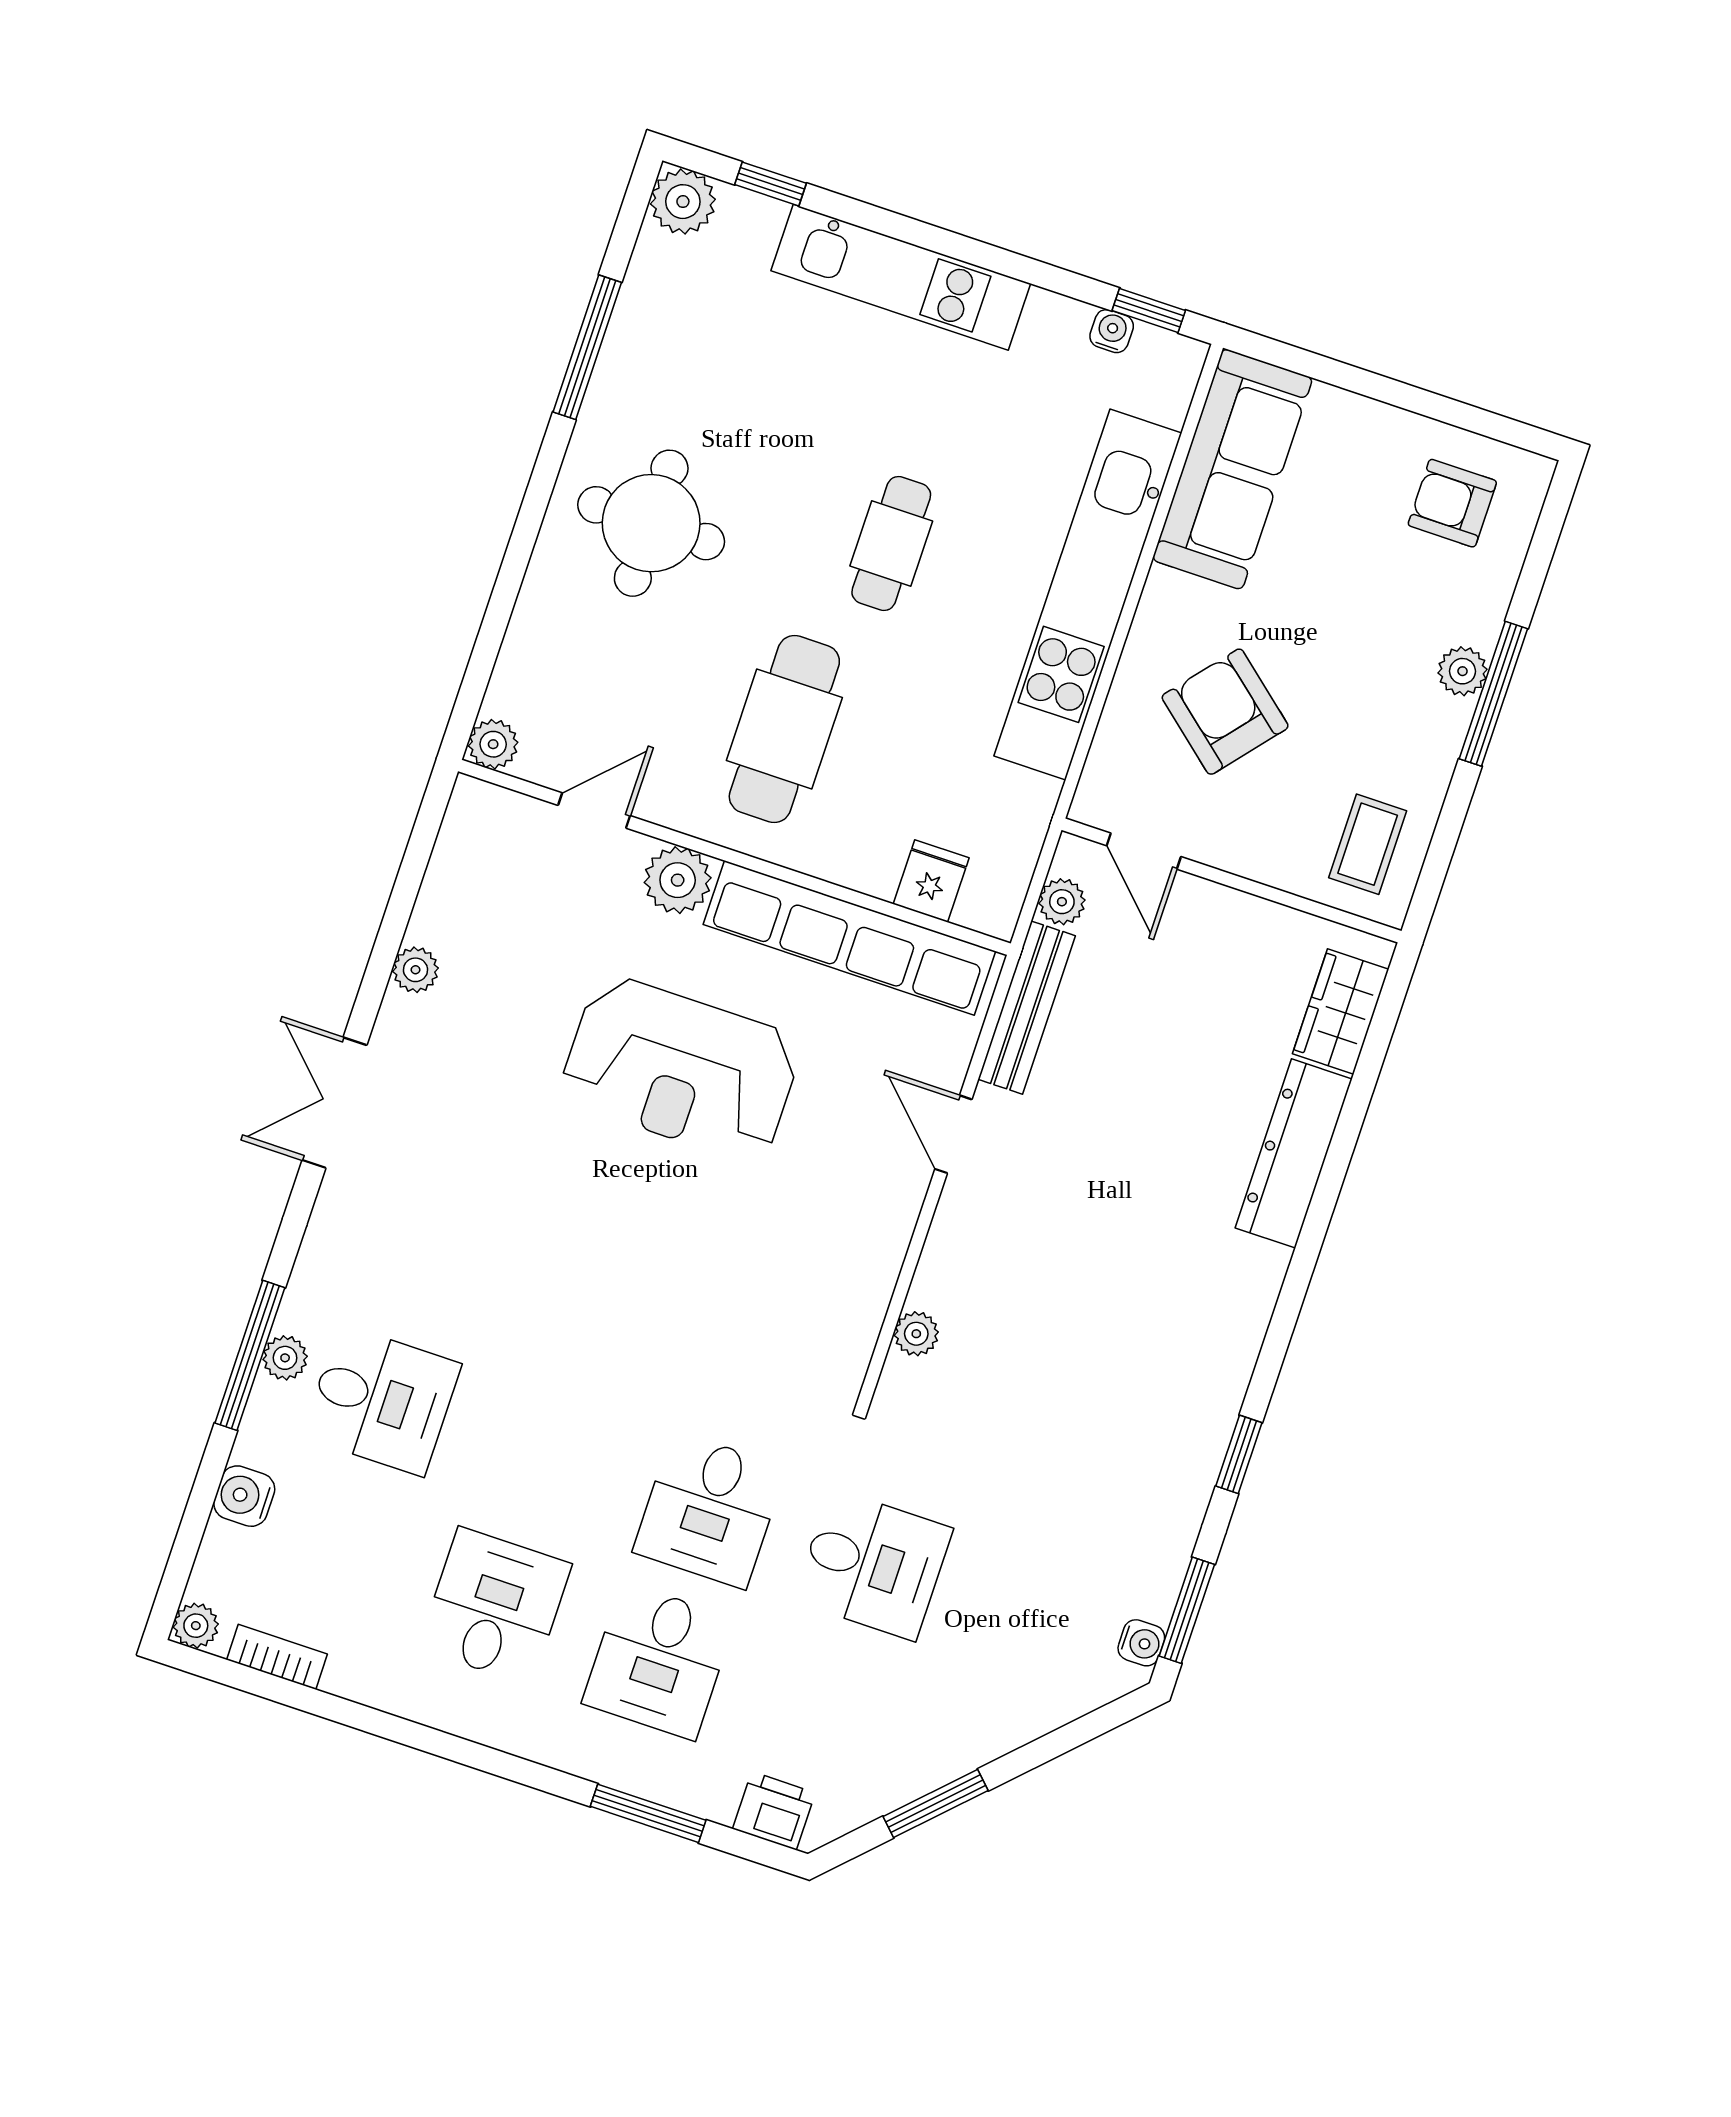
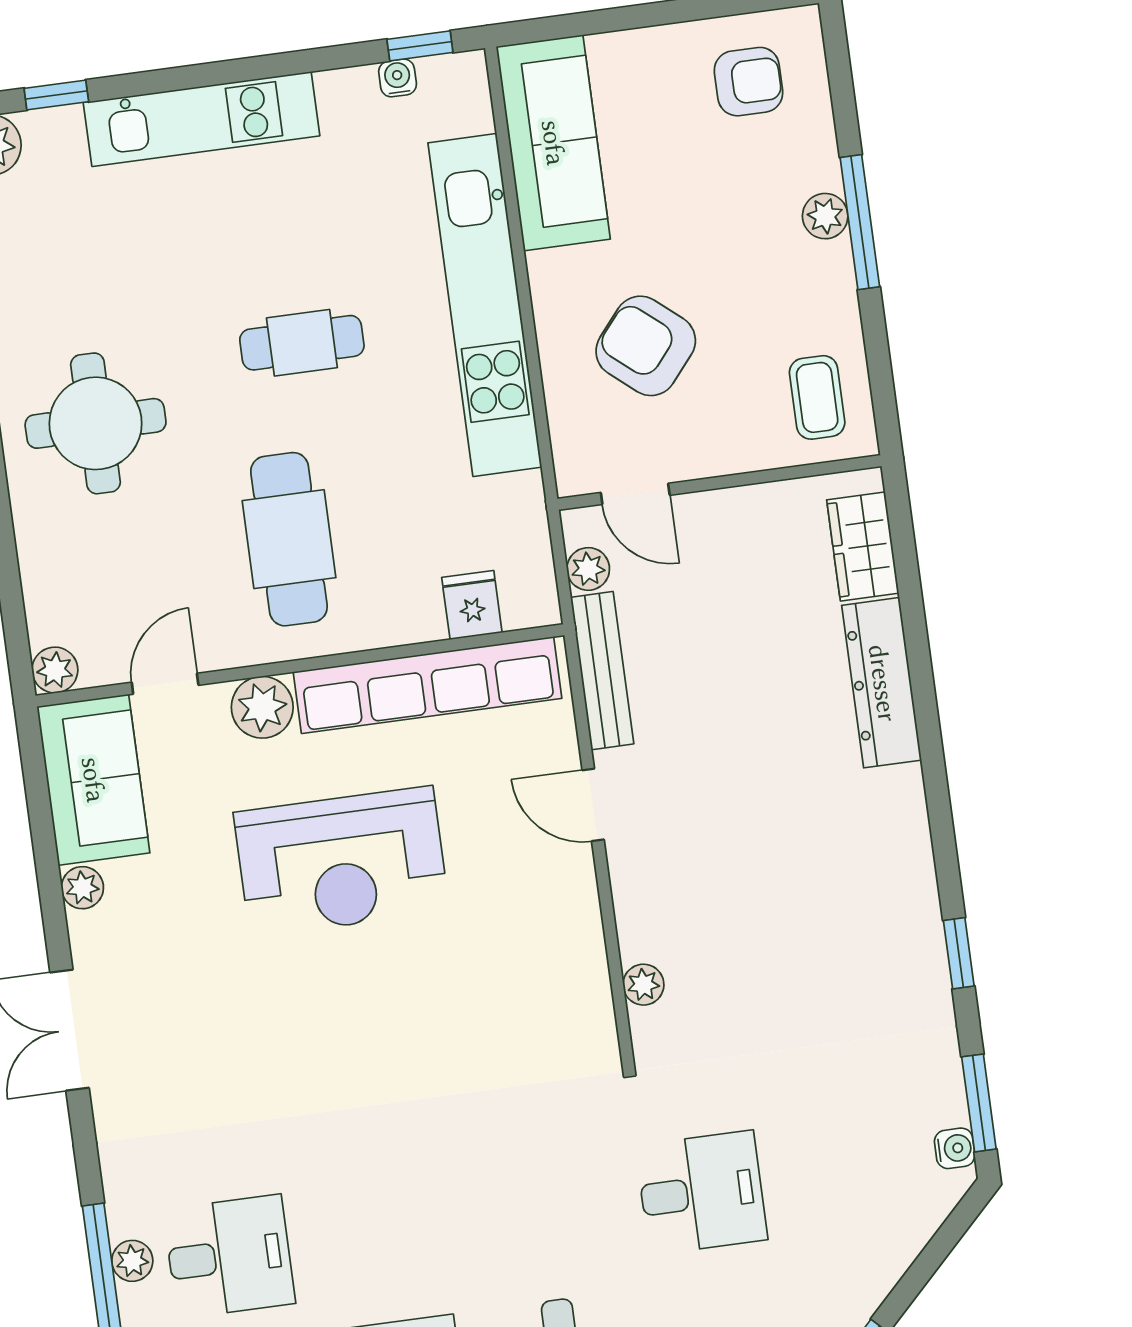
armchair: (1452, 503) -> (749, 82), turned 180
cafe table: (891, 544) -> (302, 343), turned 90
sofa: (478, 870) -> (93, 780), added
desk: (709, 1510) -> (544, 1214), removed

